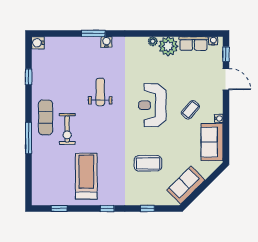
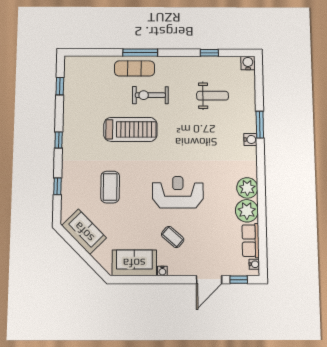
plant: (153, 41) -> (247, 188), width x1.87, depth x1.87
weight bench: (100, 92) -> (213, 96), moved
exercise mat: (46, 117) -> (135, 68), moved
treadmill: (86, 176) -> (130, 129), moved

